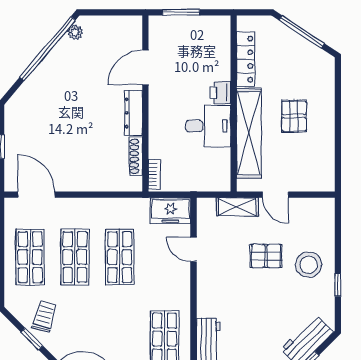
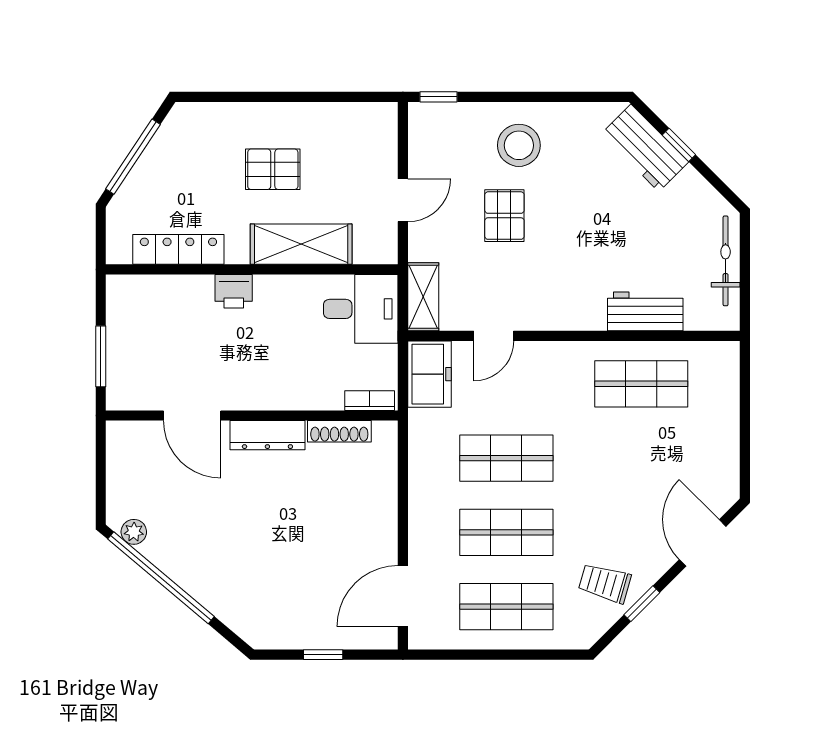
desk: (208, 126) -> (361, 309), moved, turned 90
shelving: (249, 133) -> (301, 244), width x0.68
shelving: (237, 207) -> (423, 297), moved
window: (338, 285) -> (438, 97), moved

